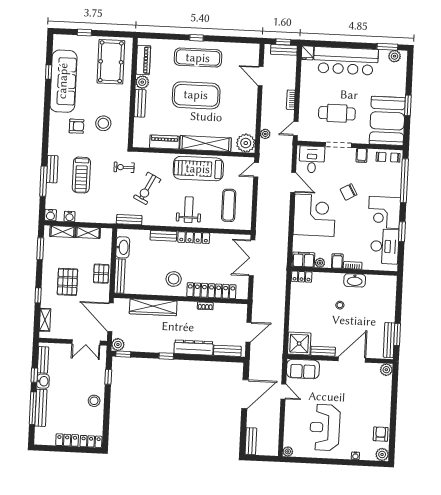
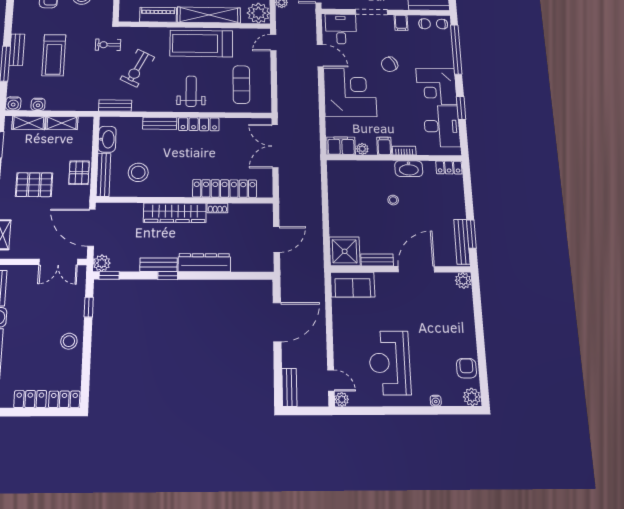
locker: (302, 277) -> (449, 167), moved
stool: (174, 279) -> (138, 172), moved
pallet: (67, 282) -> (34, 185), turned 90
wardrobe: (153, 307) -> (175, 213), moved
bench: (227, 351) -> (158, 265), moved
door: (283, 391) -> (331, 380), moved

